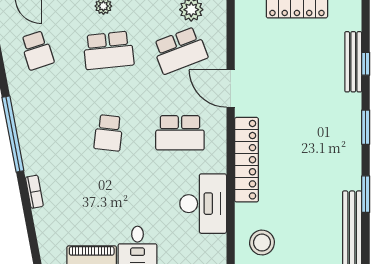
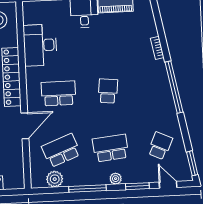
school desk: (37, 50) -> (160, 146), turned 42
door: (231, 88) -> (25, 126), hinge flipped

